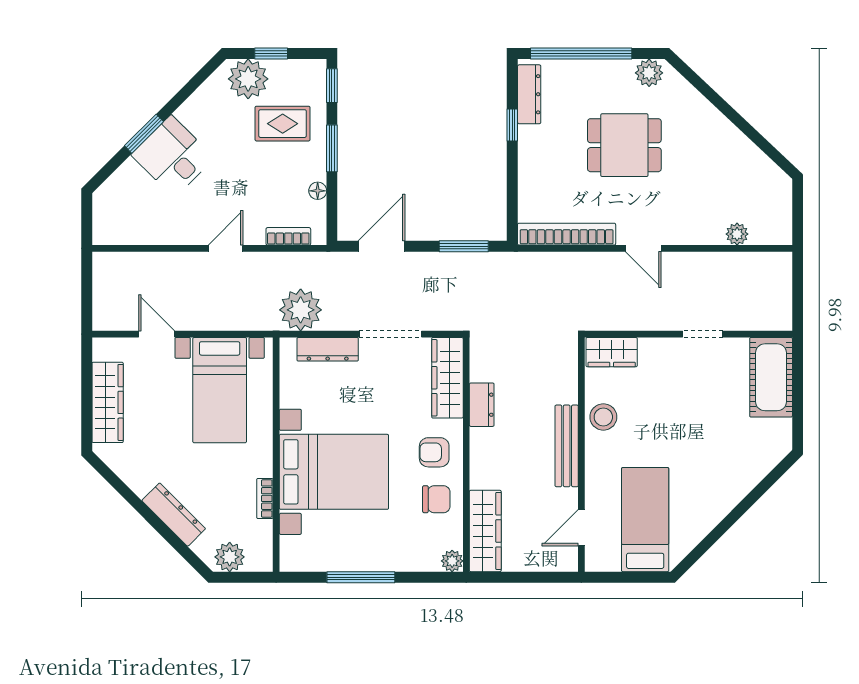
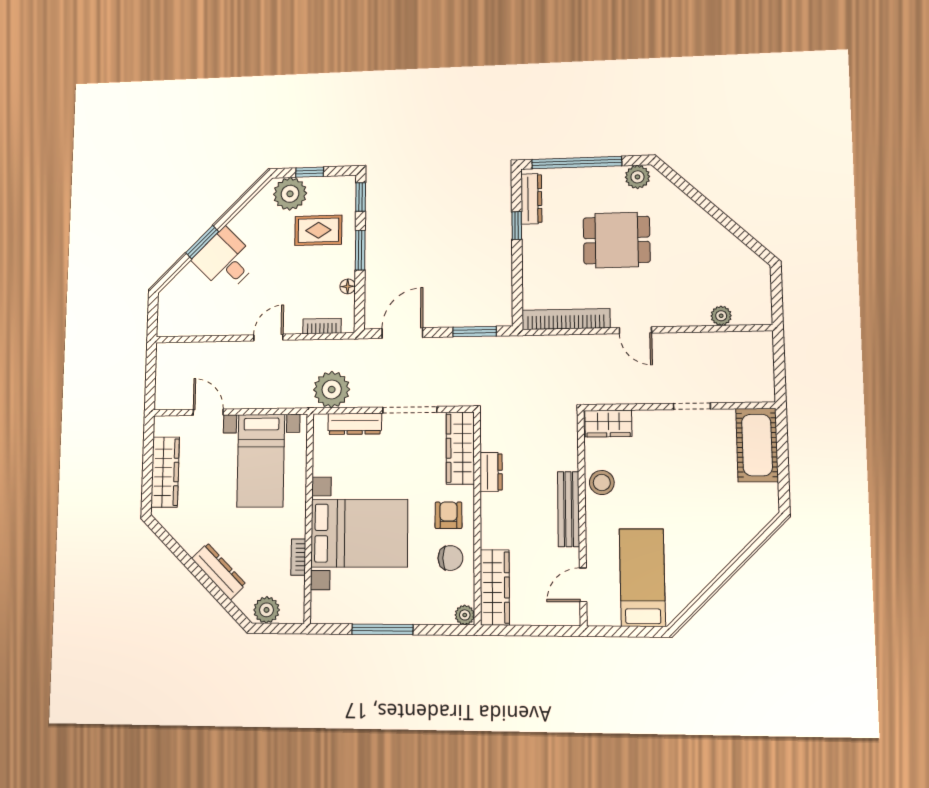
armchair: (434, 452) -> (448, 515), turned 90

